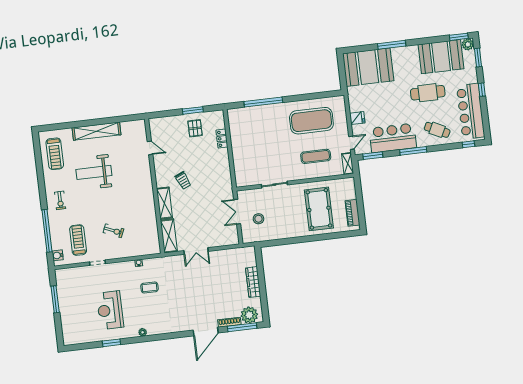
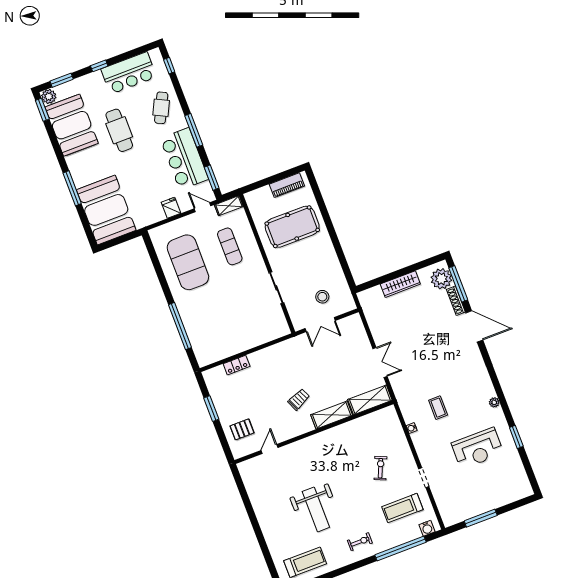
bar counter: (471, 111) -> (129, 73), width x0.73
pallet: (195, 128) -> (242, 429), moved
shelving: (96, 131) -> (265, 519), removed

